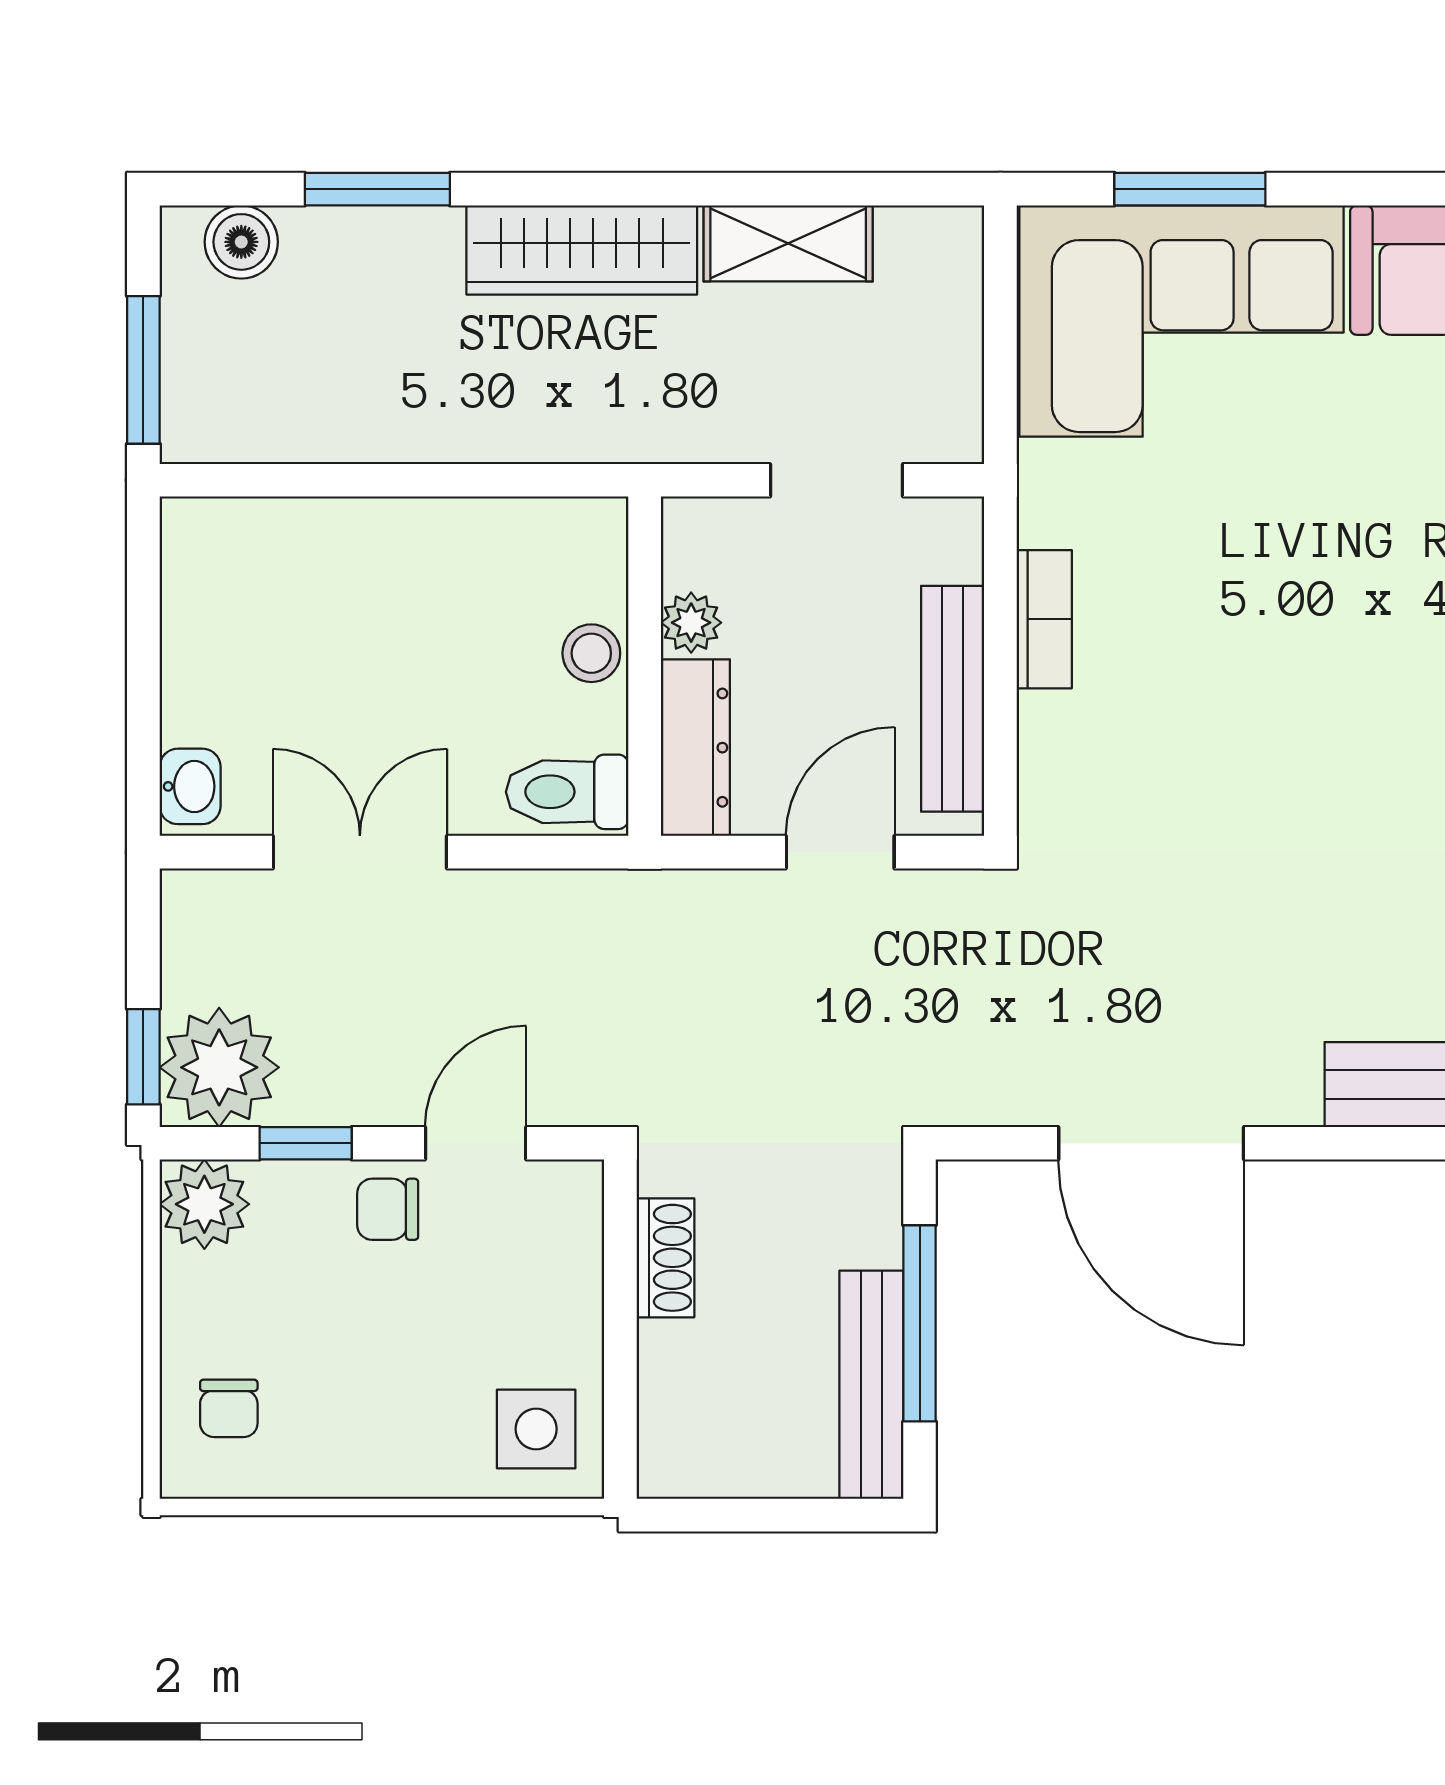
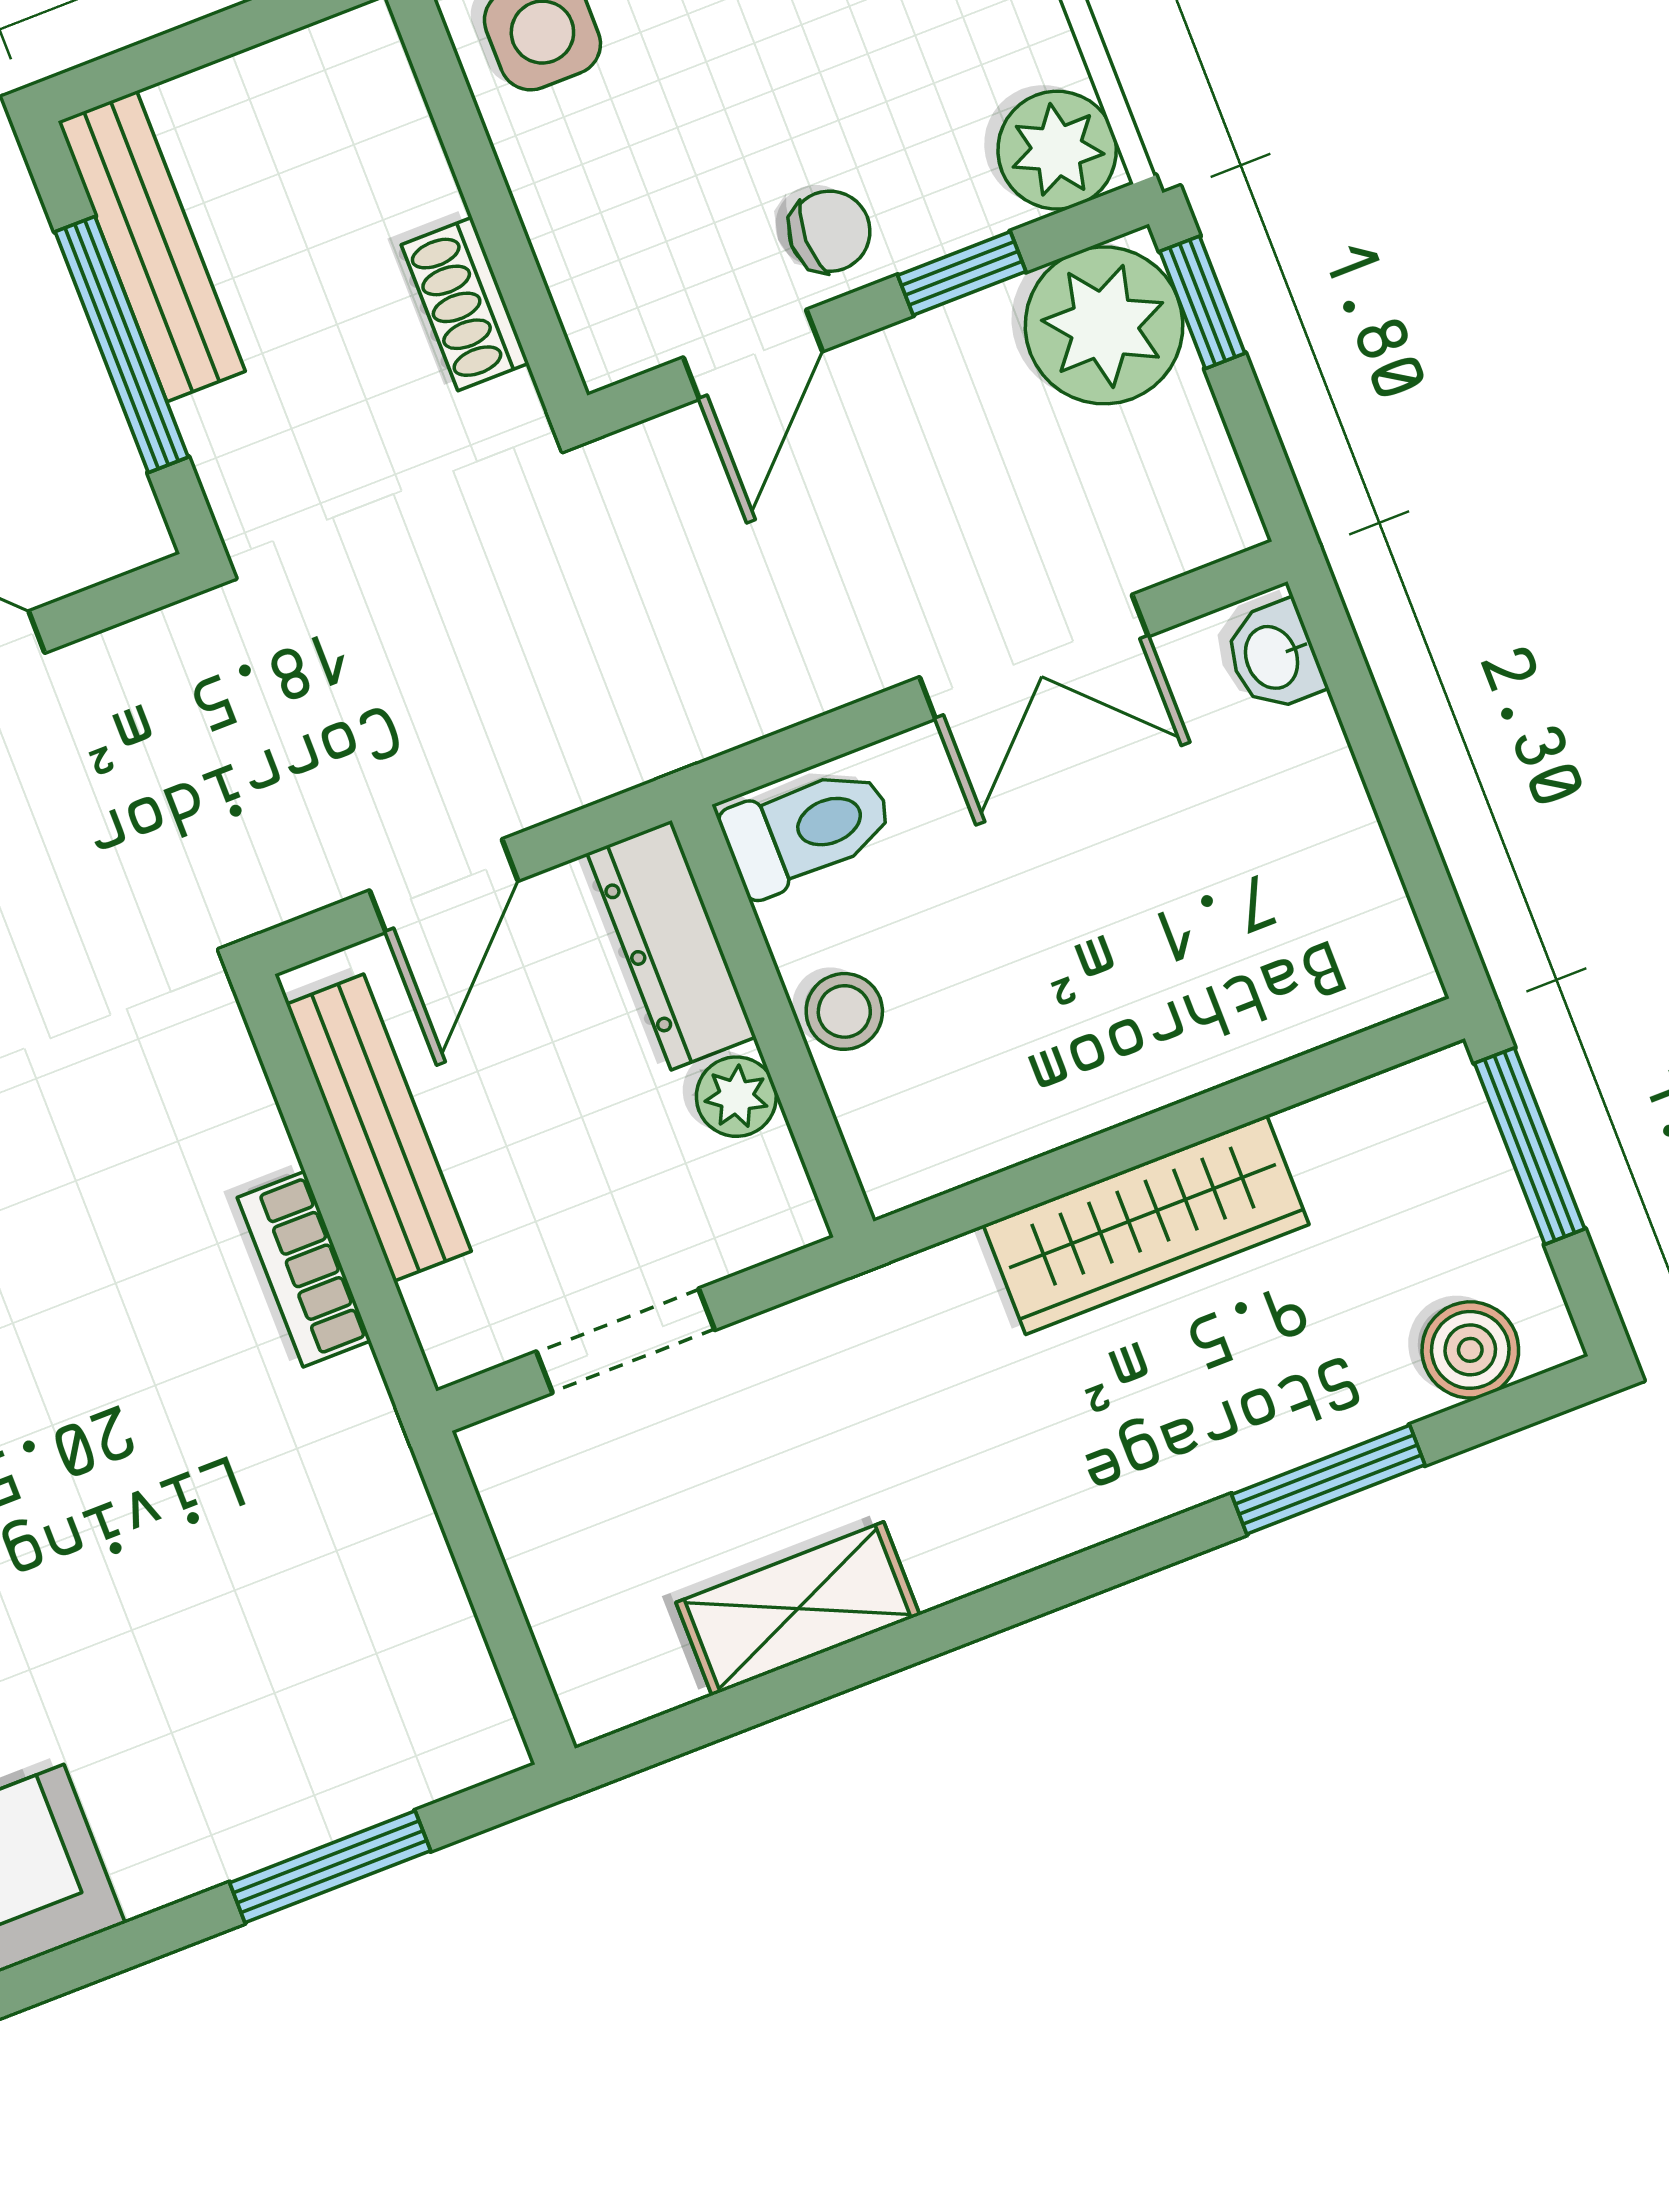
wardrobe: (582, 250) -> (1146, 1225), moved, turned 180
corner sofa: (1182, 321) -> (277, 1701), removed

